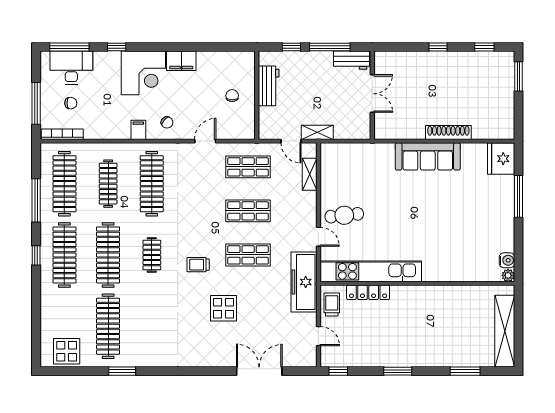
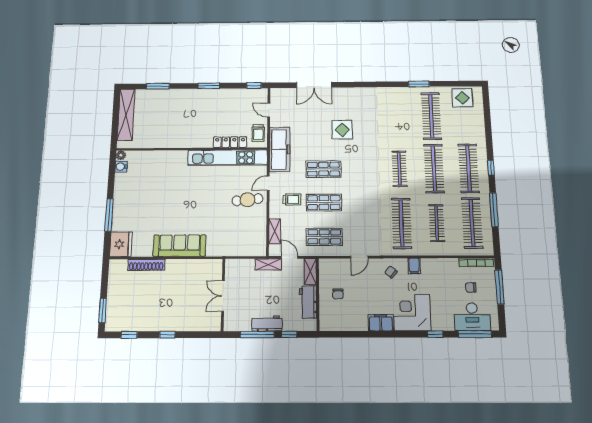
workbench: (352, 60) -> (267, 323), moved
shelving: (266, 123) -> (310, 272), added
shoe rack: (448, 132) -> (146, 265), moved
door: (318, 237) -> (268, 183), hinge flipped
clothes rail: (152, 255) -> (399, 169), width x1.36
trolley: (198, 265) -> (292, 200), moved

